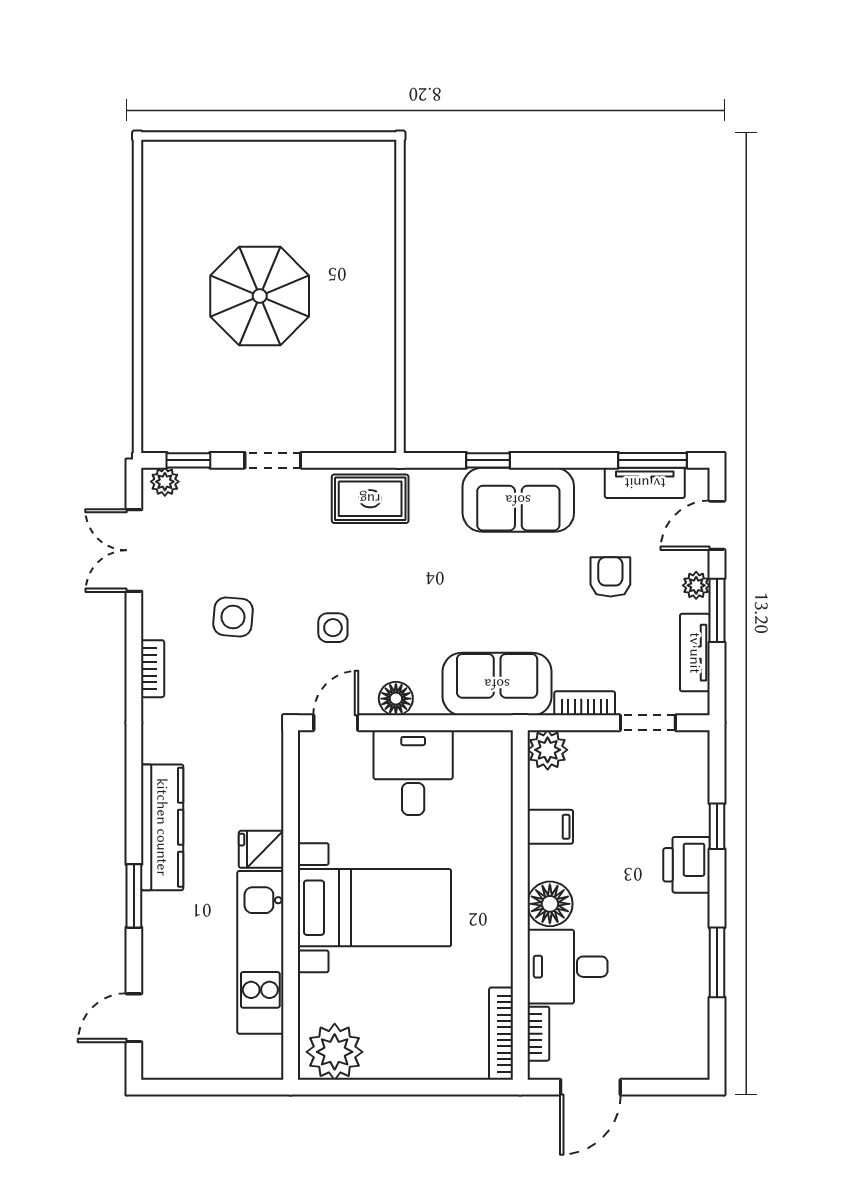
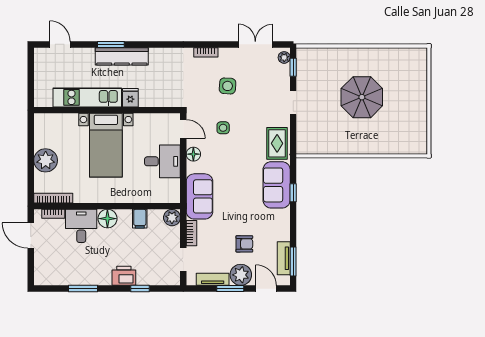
sofa: (518, 500) -> (277, 185), moved
plant: (696, 585) -> (241, 275), width x1.87, depth x1.87
kitchen counter: (162, 827) -> (122, 56), moved
plant: (335, 1052) -> (46, 160), moved

